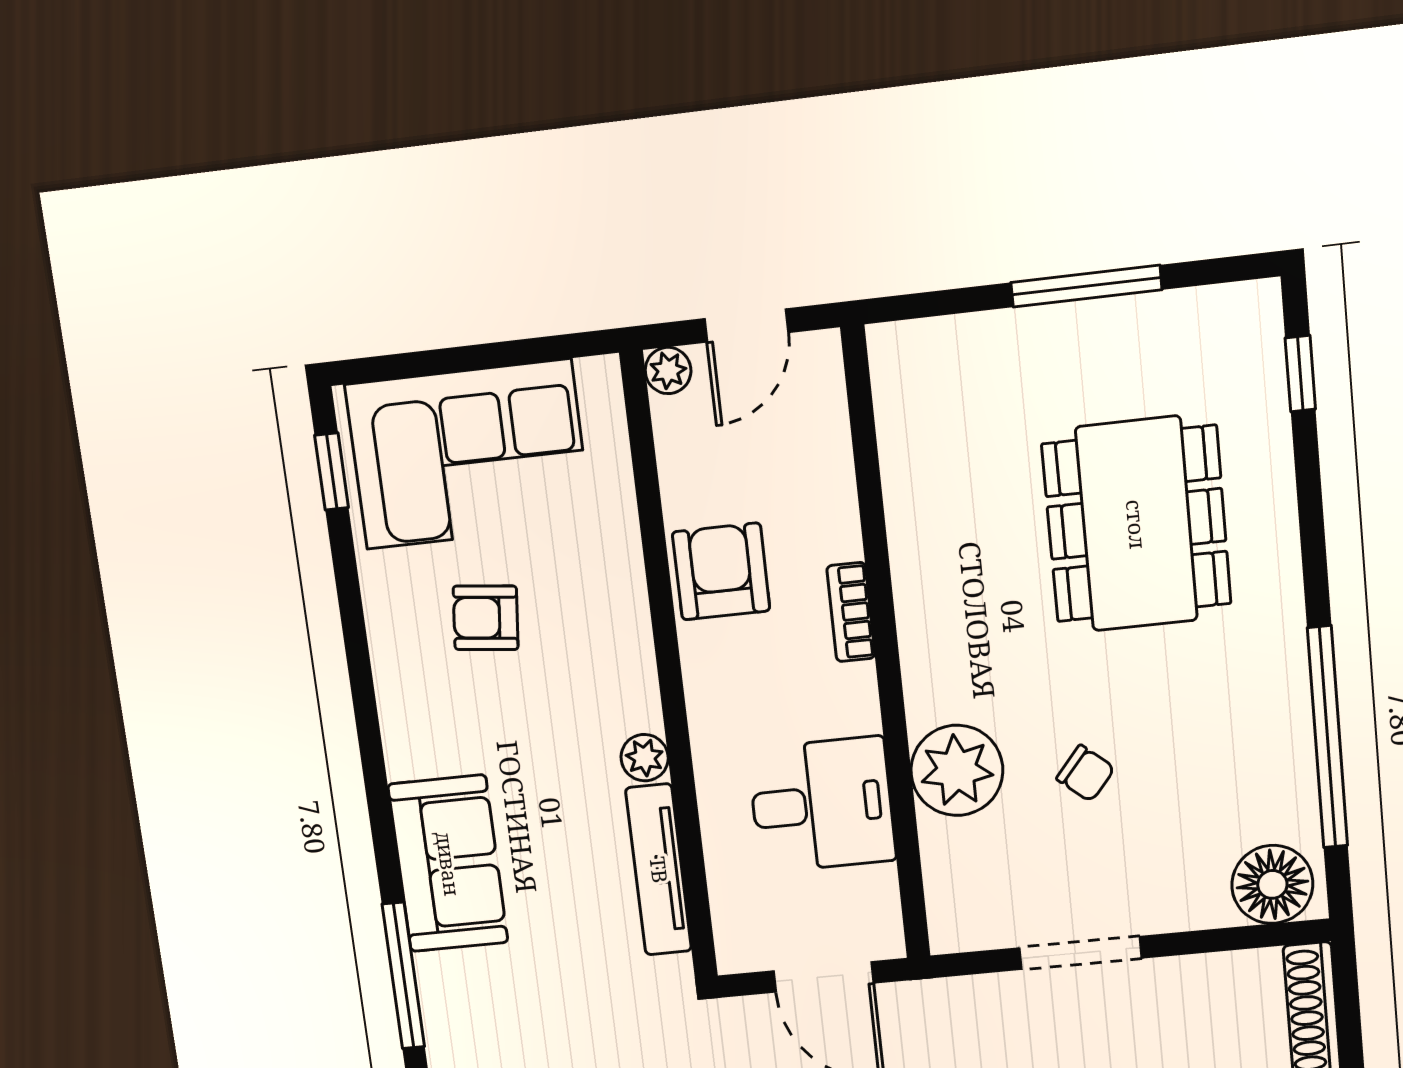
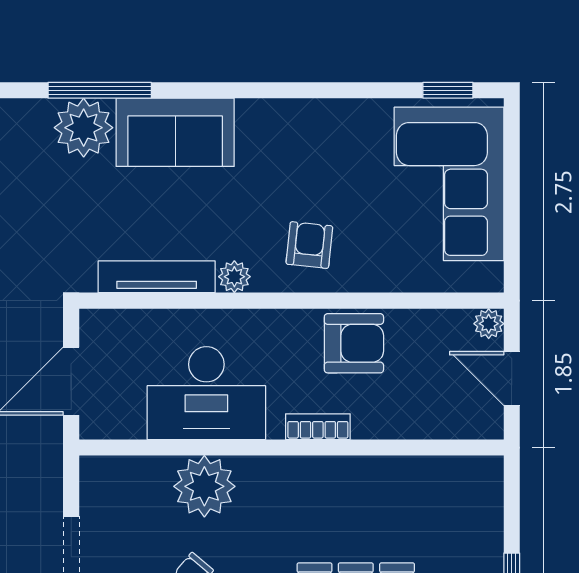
armchair: (486, 618) -> (309, 245), moved
desk: (822, 805) -> (206, 393), width x1.37
plant: (459, 993) -> (84, 128), added

